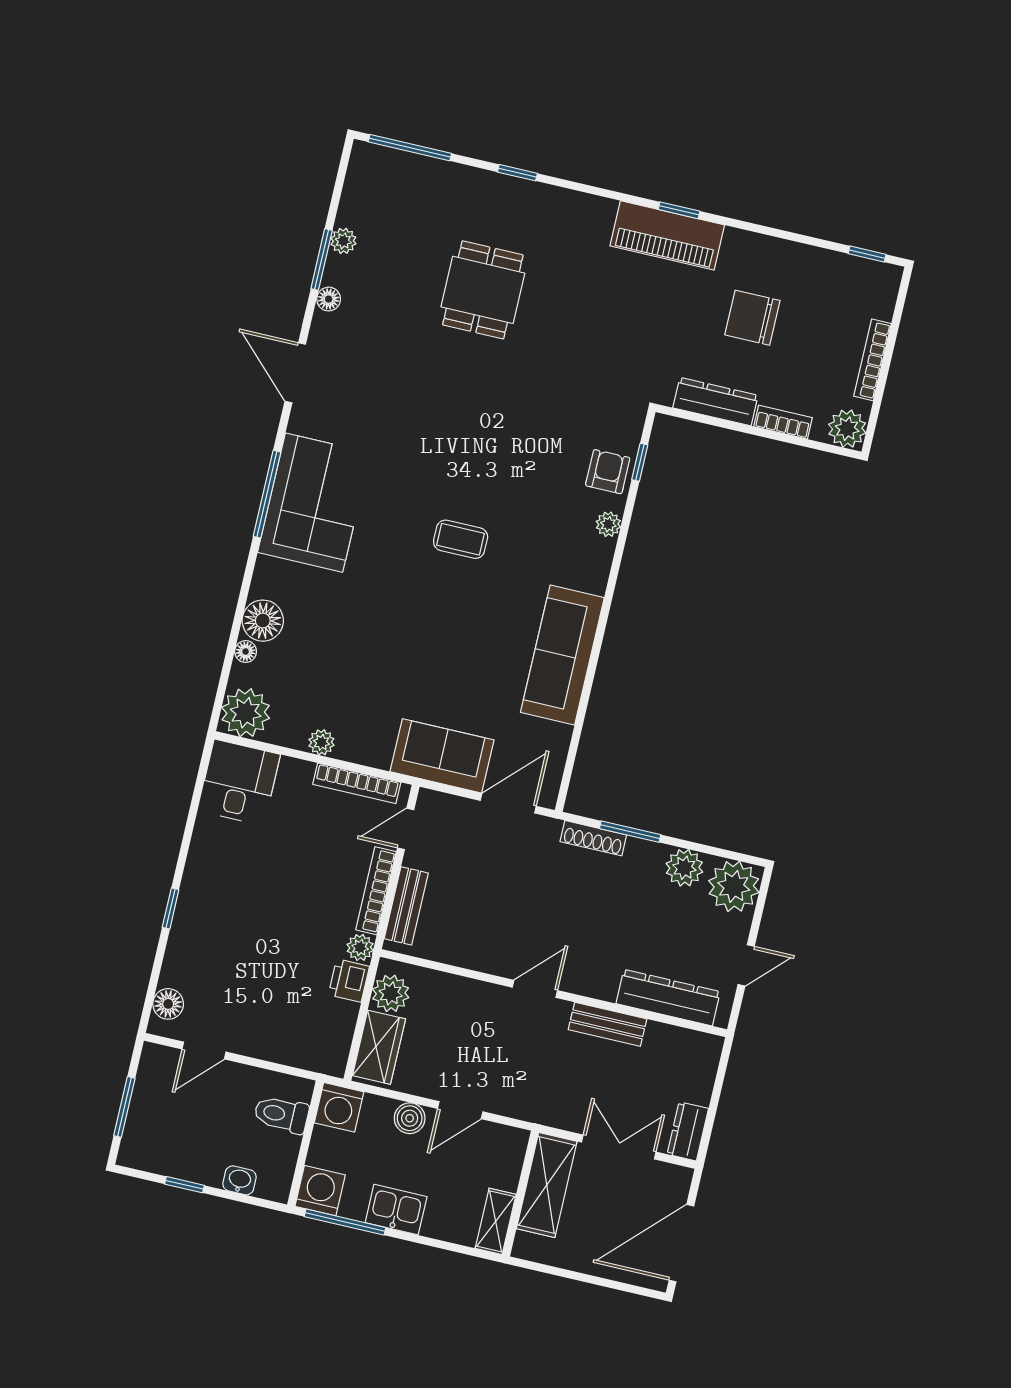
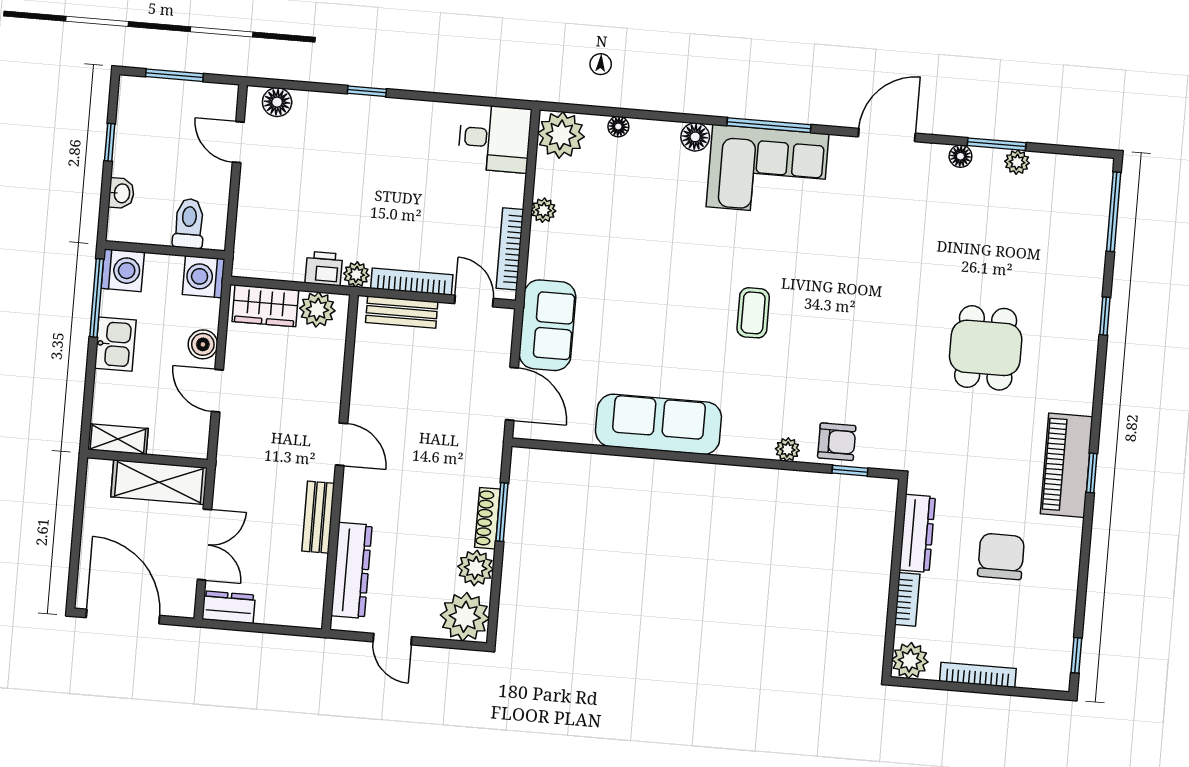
dining table: (483, 290) -> (986, 348), moved, turned 90
floor lamp: (263, 621) -> (695, 137), moved, width x0.73, depth x0.73
shoe rack: (593, 838) -> (487, 518), moved

